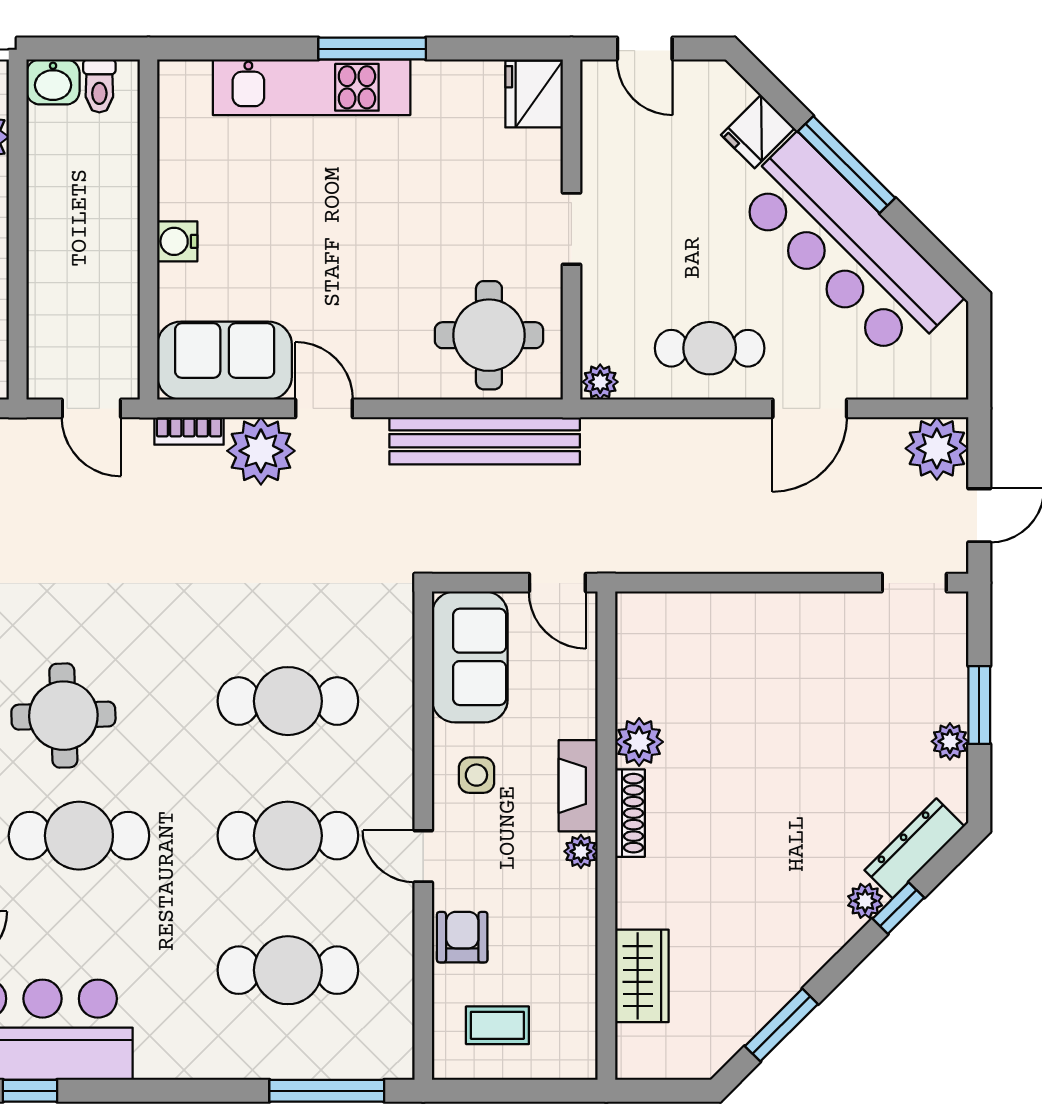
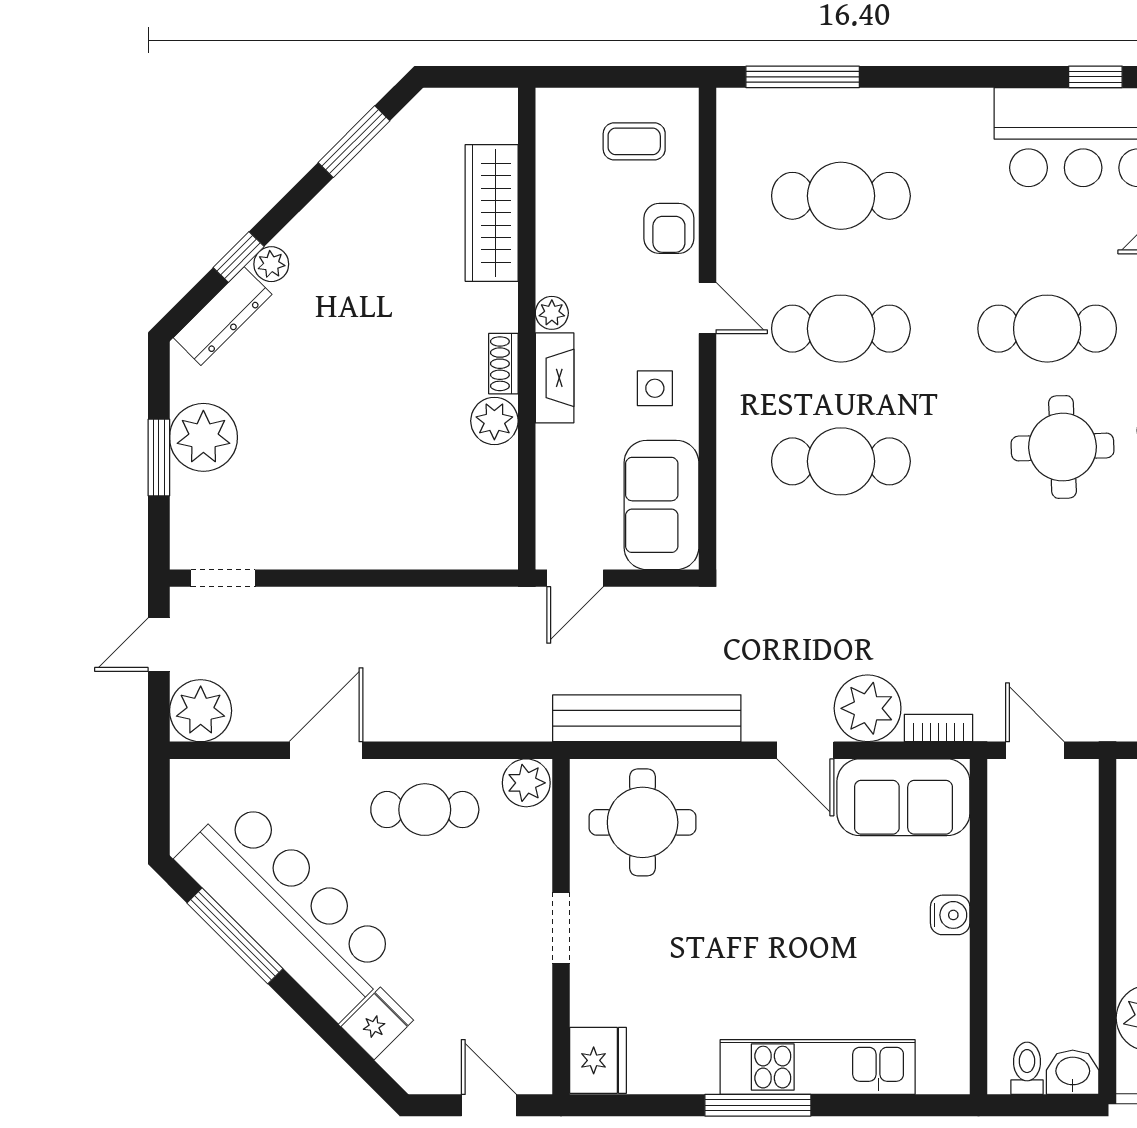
window: (846, 165) -> (235, 936), moved
plant: (600, 382) -> (526, 783), width x1.38, depth x1.38
door: (557, 583) -> (575, 578), swing flipped
plant: (950, 741) -> (203, 437), width x1.87, depth x1.87
shoe rack: (630, 813) -> (503, 364), width x0.70
wardrobe: (642, 976) -> (492, 213), width x1.50

